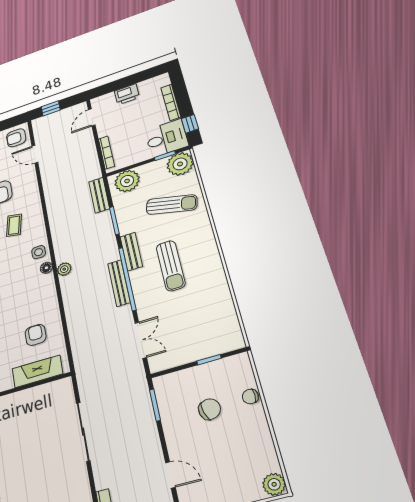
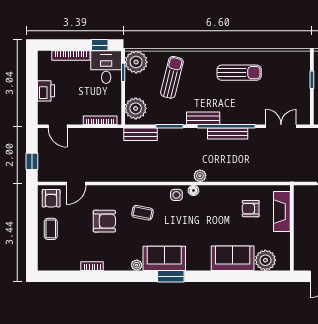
sun lounger: (171, 266) -> (239, 73), moved

